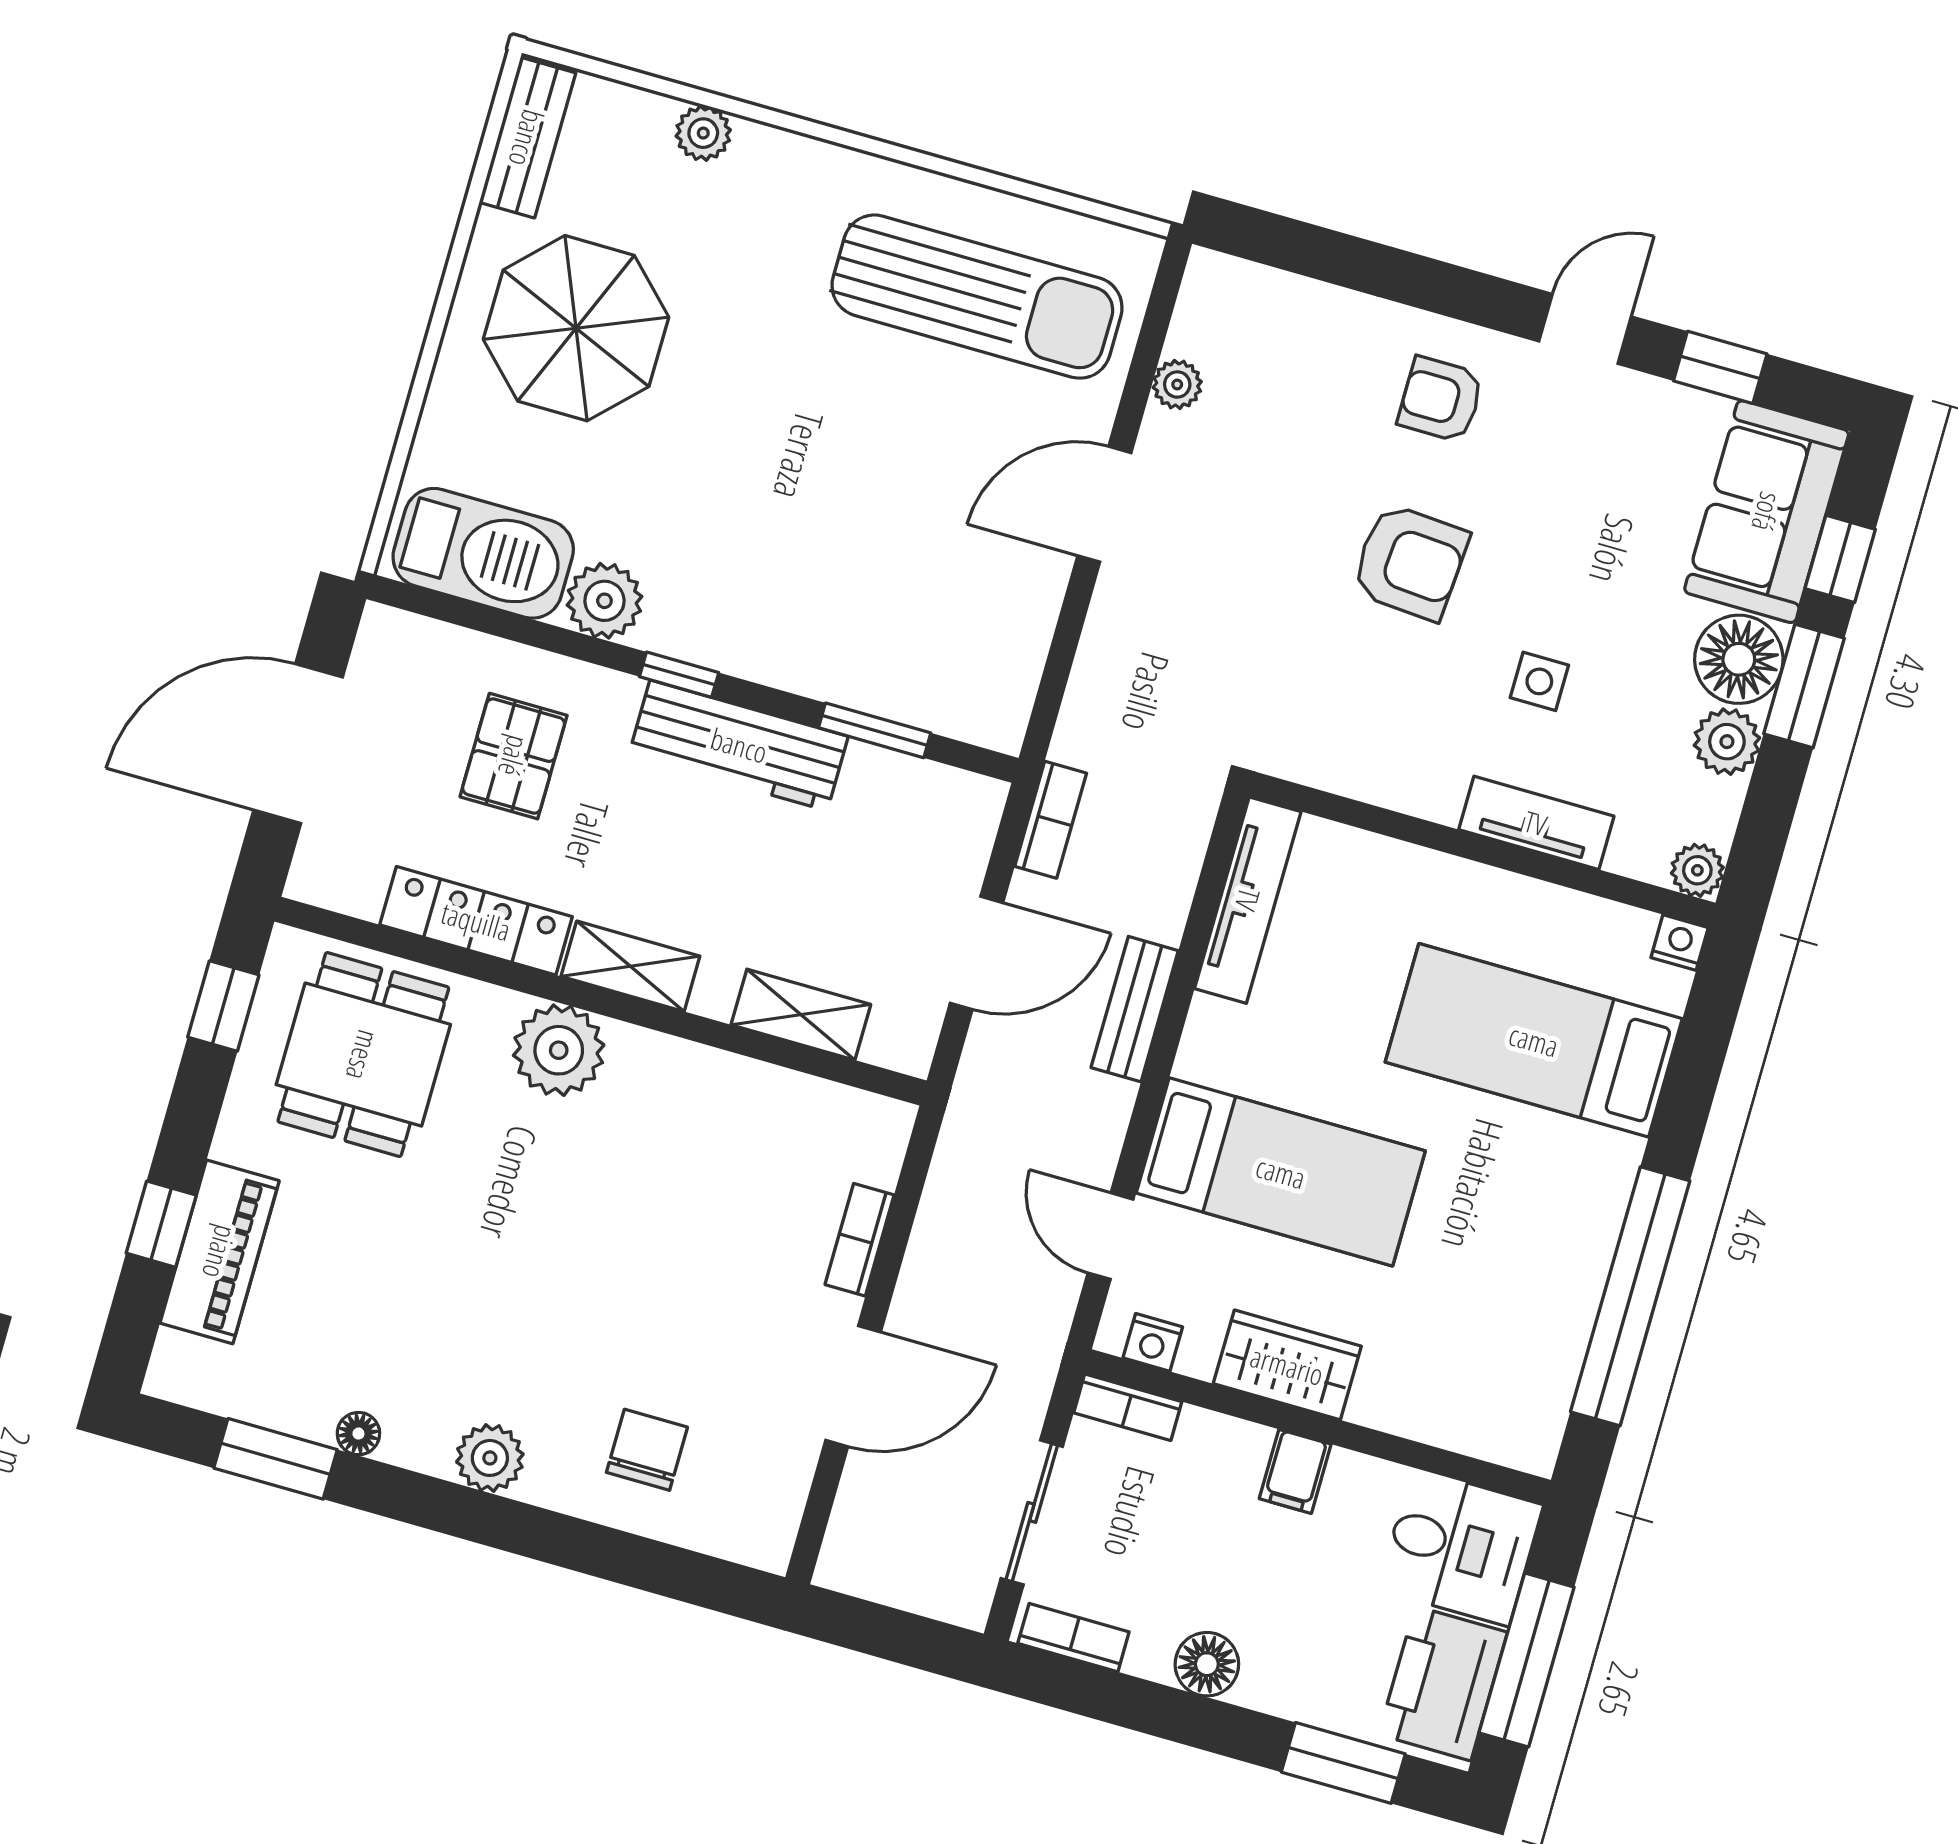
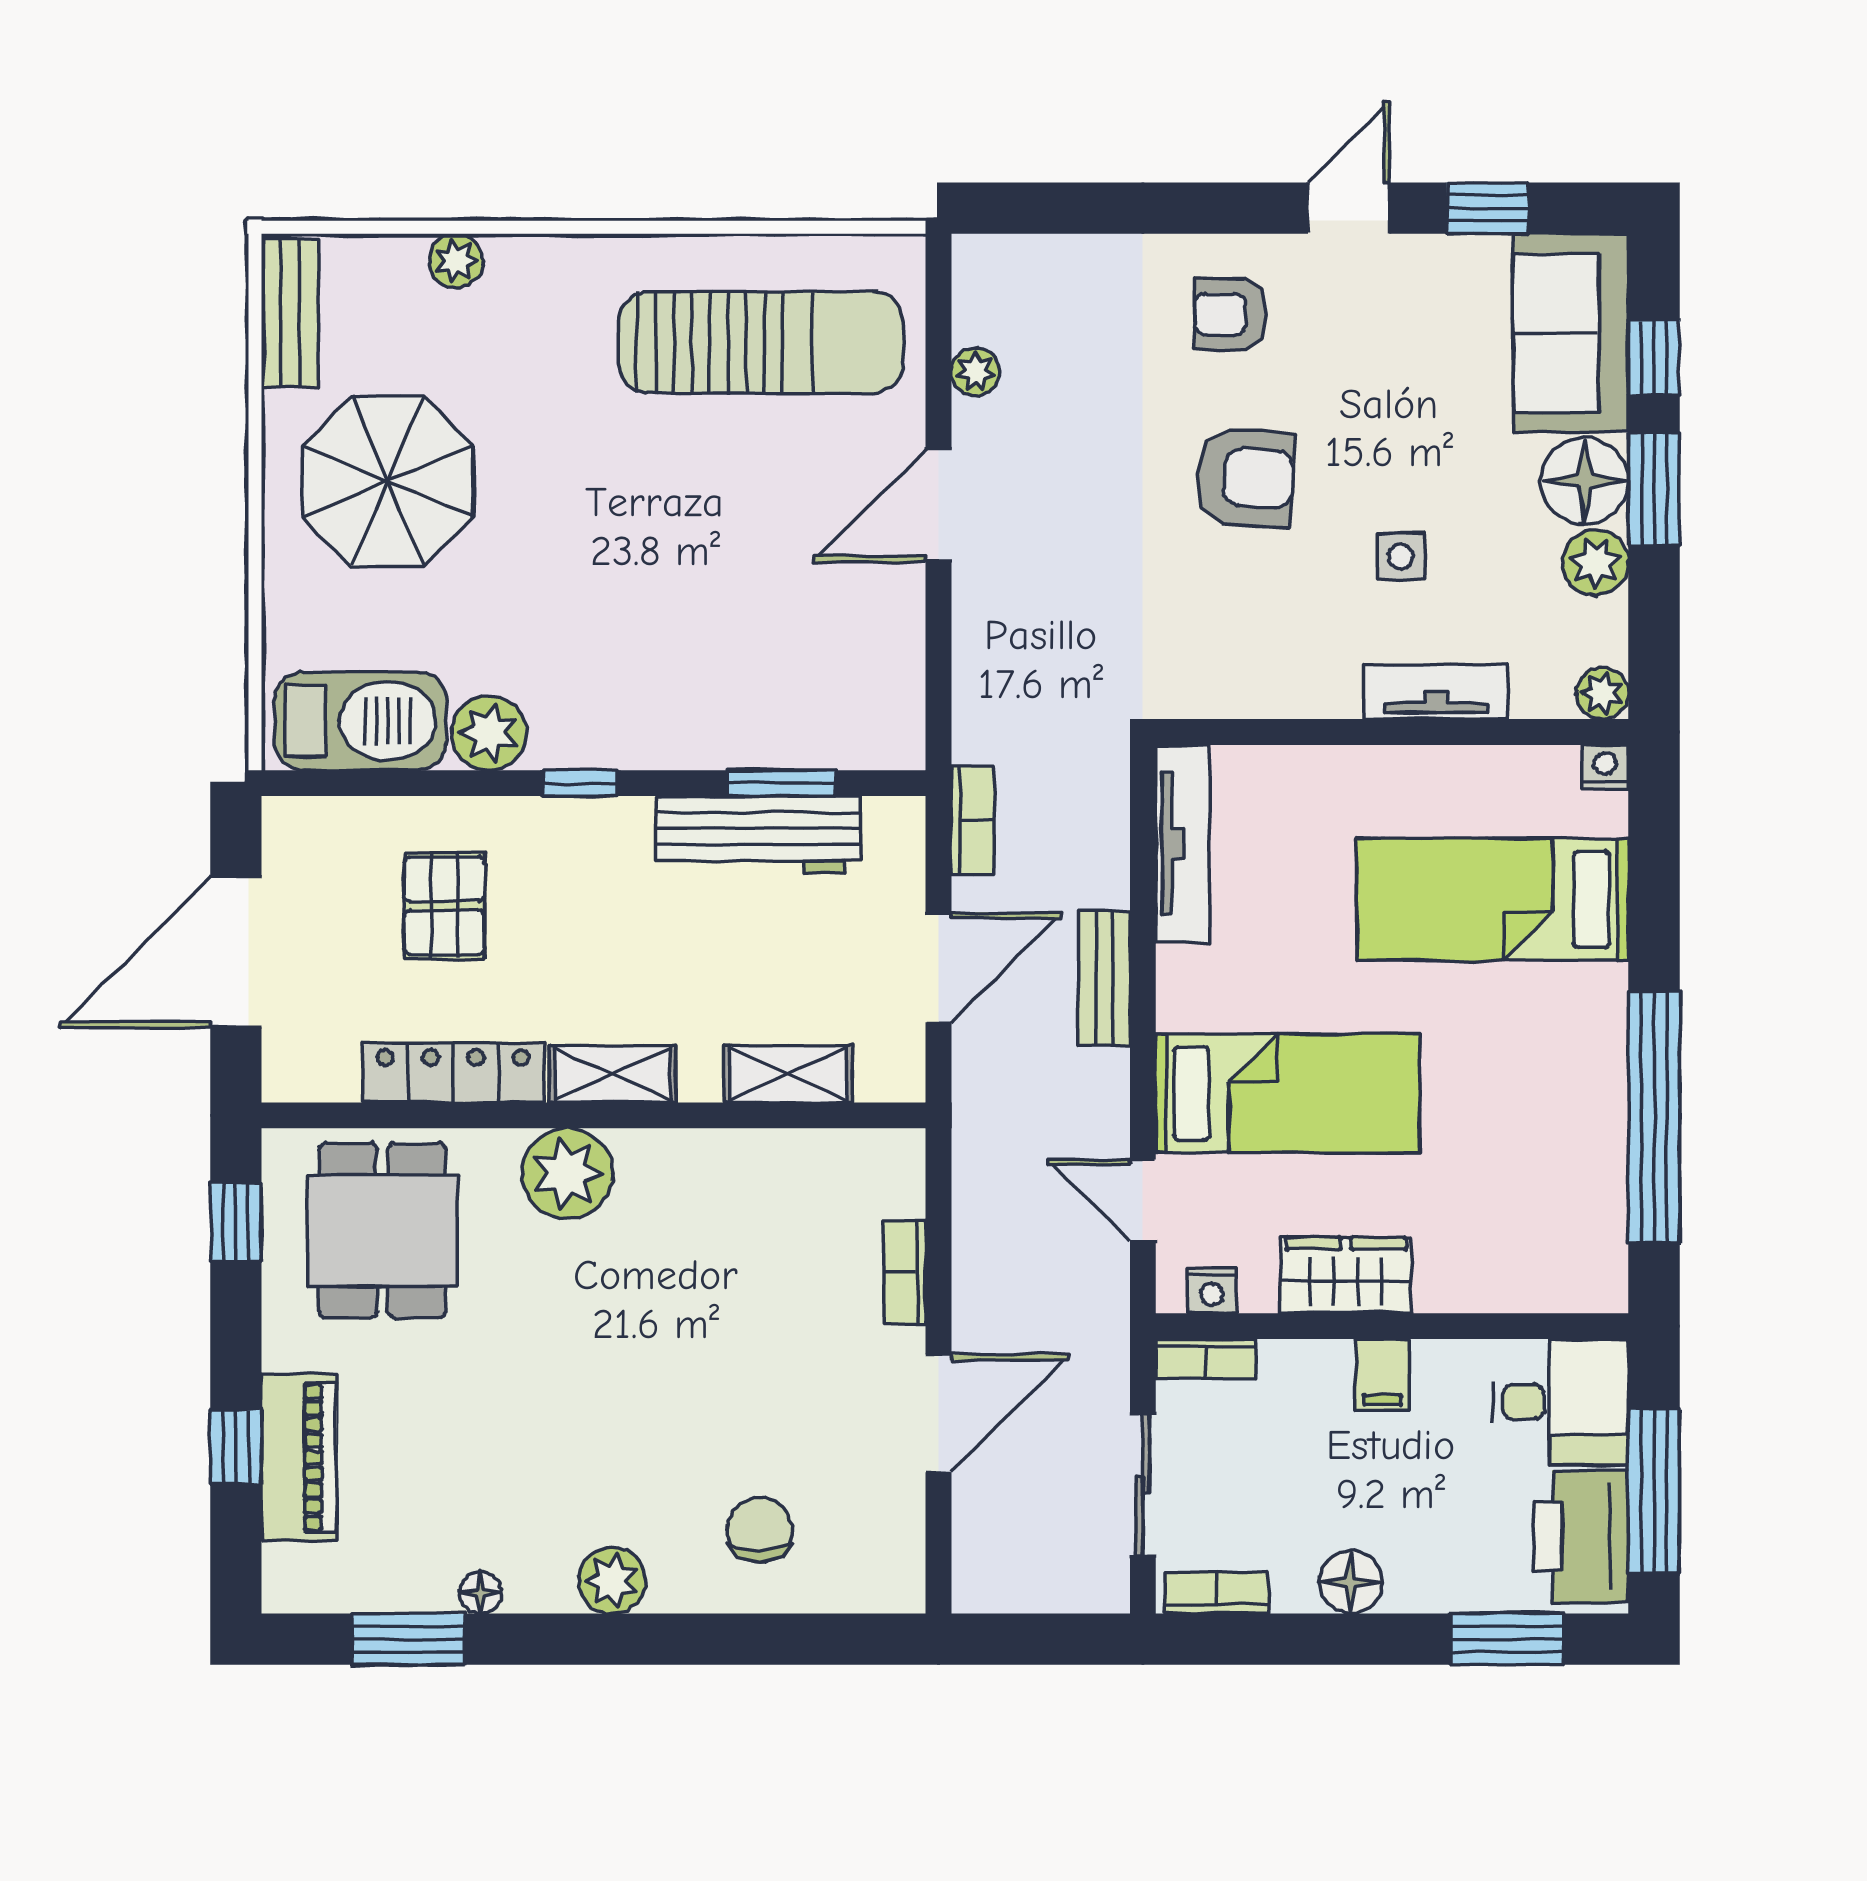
workbench: (739, 745) -> (759, 834), moved

